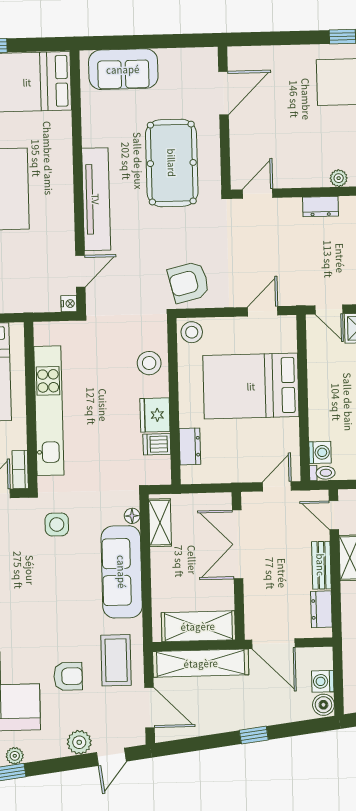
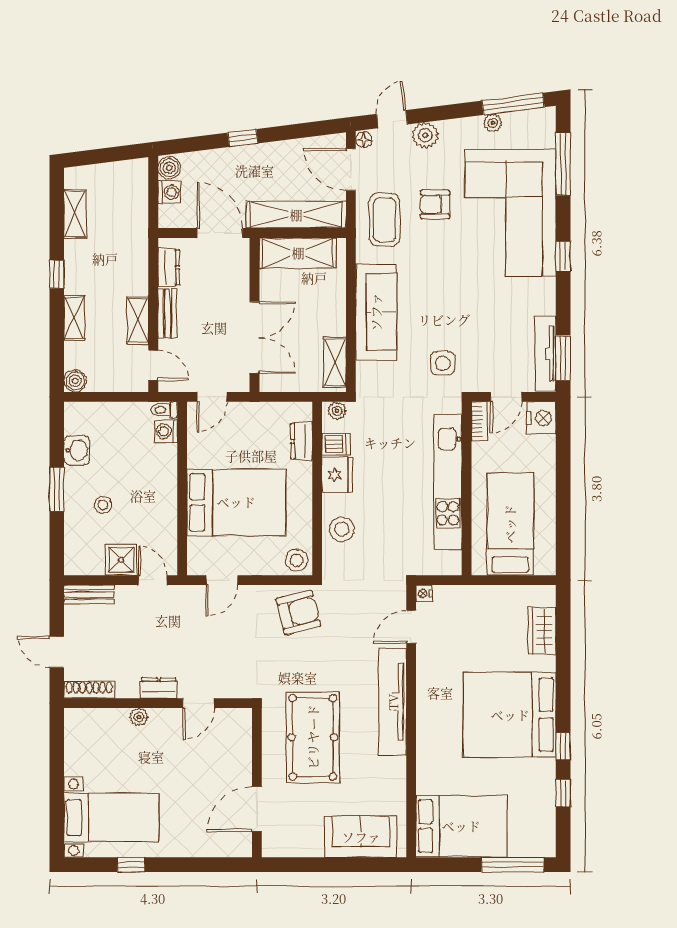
door: (258, 194) -> (198, 703), moved
plant: (157, 476) -> (337, 411), added
floor lamp: (132, 516) -> (364, 140), moved

